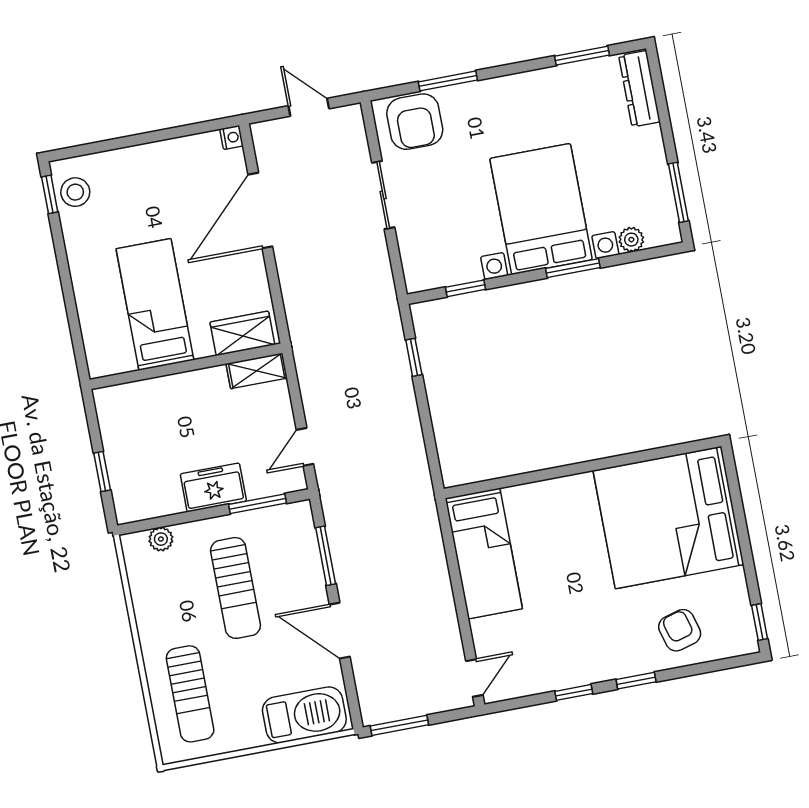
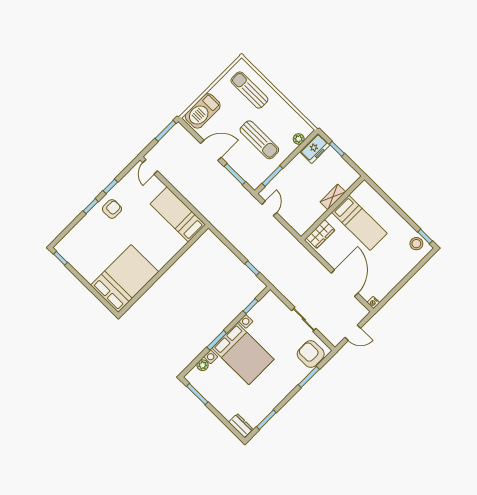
dresser: (639, 89) -> (241, 426), width x0.70
shelving: (257, 371) -> (333, 197), moved
freezer: (213, 487) -> (315, 148), moved
bed: (669, 518) -> (125, 278), width x0.73
sun lounger: (236, 588) -> (259, 140), turned 180
armchair: (680, 630) -> (112, 209), moved, turned -74

